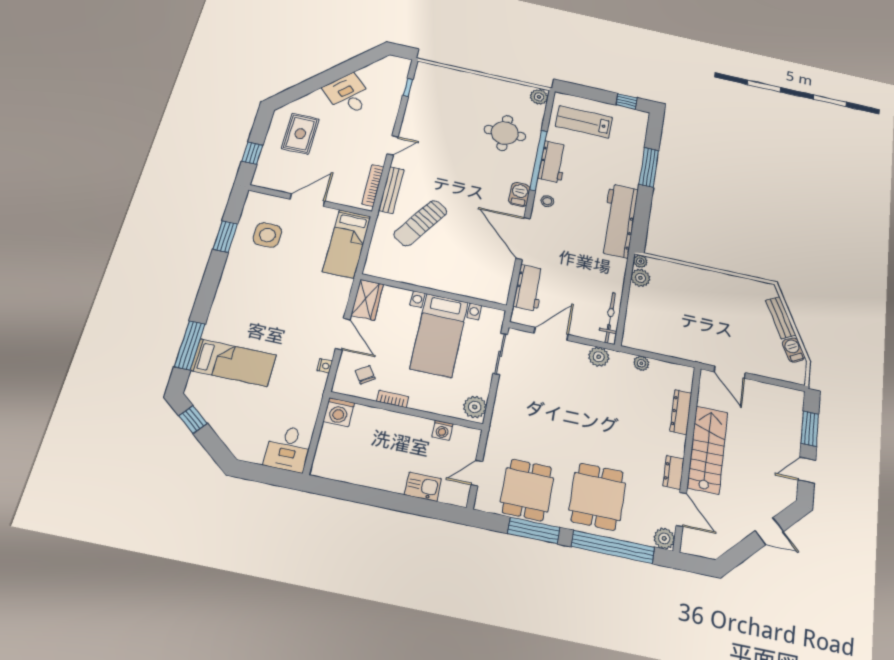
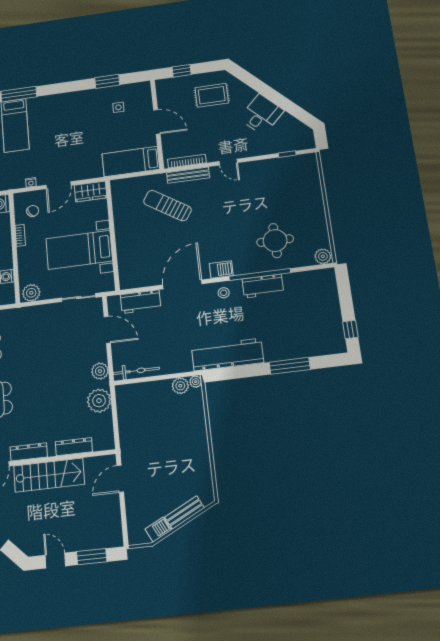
lab bench: (584, 122) -> (313, 300), removed
side table: (267, 235) -> (118, 107), width x0.54, depth x0.54
plant: (641, 363) -> (99, 401), width x1.87, depth x1.87
dresser: (674, 472) -> (29, 452), width x1.44

